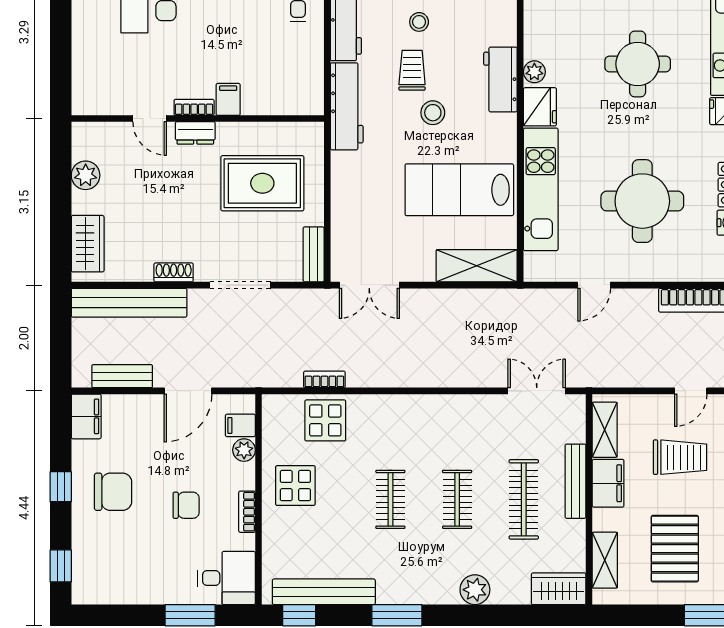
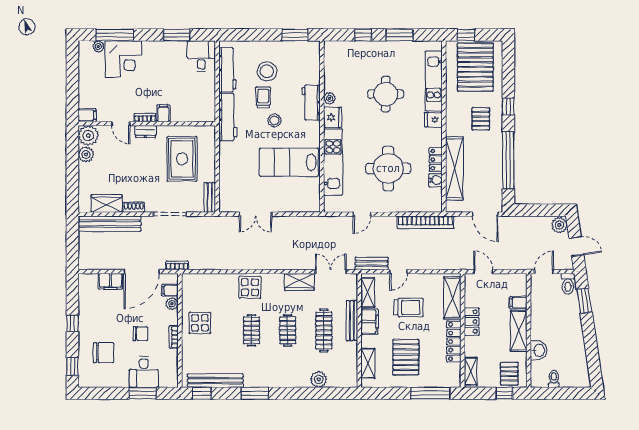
stool: (419, 22) -> (267, 71), width x1.89, depth x1.89
filing cabinet: (88, 103) -> (87, 115), added
plant: (90, 140) -> (88, 136), added
rug: (262, 183) -> (182, 159), turned 90
wardrobe: (88, 244) -> (107, 204), moved, turned -90
shelving: (477, 266) -> (298, 204), removed
double door: (369, 285) -> (256, 214), moved
bench: (122, 376) -> (372, 264), moved
bookcase: (324, 379) -> (177, 265), moved
door: (188, 391) -> (142, 272), width x1.36
door: (691, 391) -> (399, 272), moved
filing cabinet: (86, 416) -> (110, 281), moved, turned 90
display table: (325, 420) -> (250, 287), moved
chair: (113, 492) -> (103, 353), moved
desk: (227, 578) -> (144, 372), moved, turned 90
wardrobe: (559, 589) -> (299, 282), moved, turned 180
plant: (475, 590) -> (319, 379), moved

